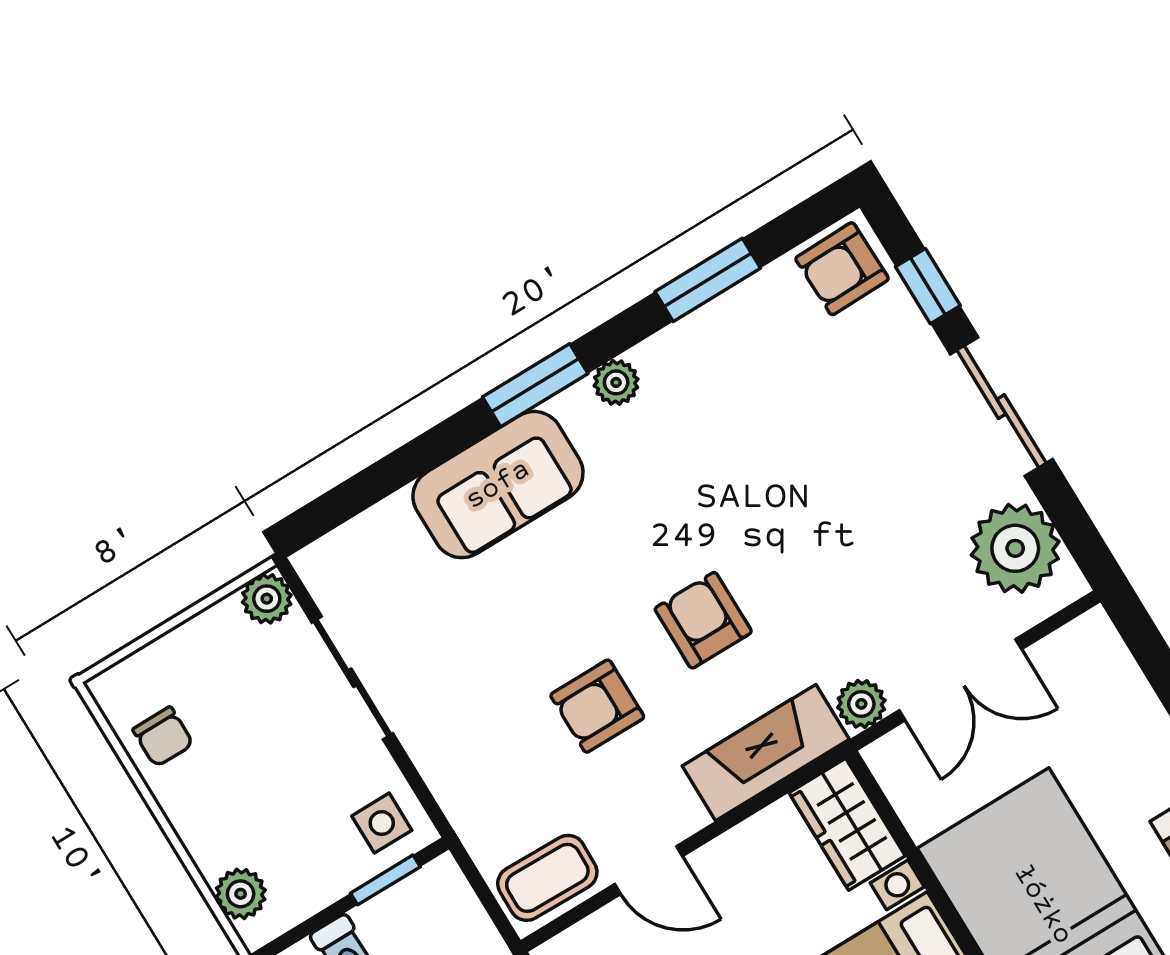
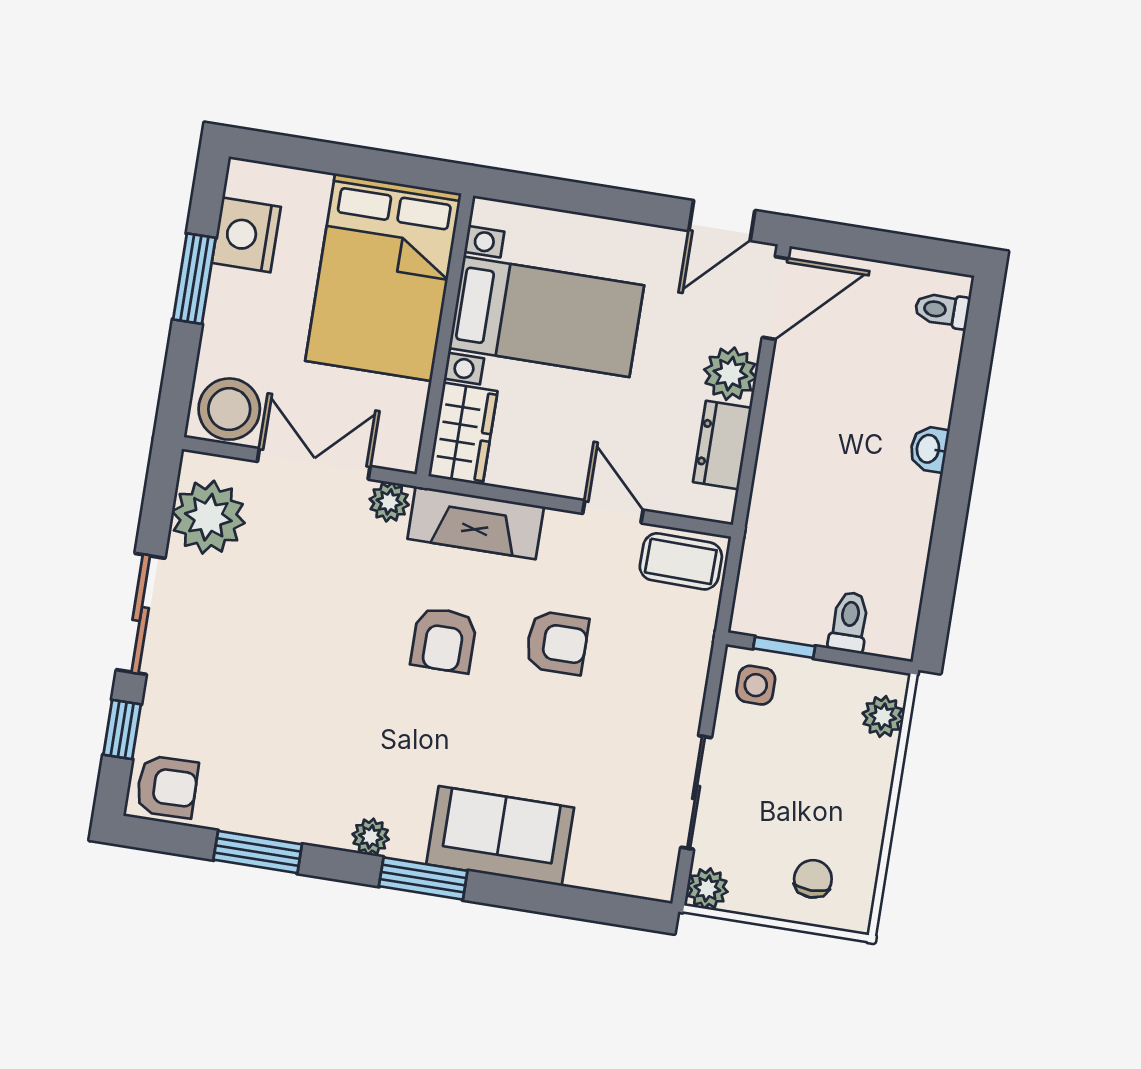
stool: (1081, 664) -> (229, 409), added
chair: (163, 737) -> (813, 879), moved

